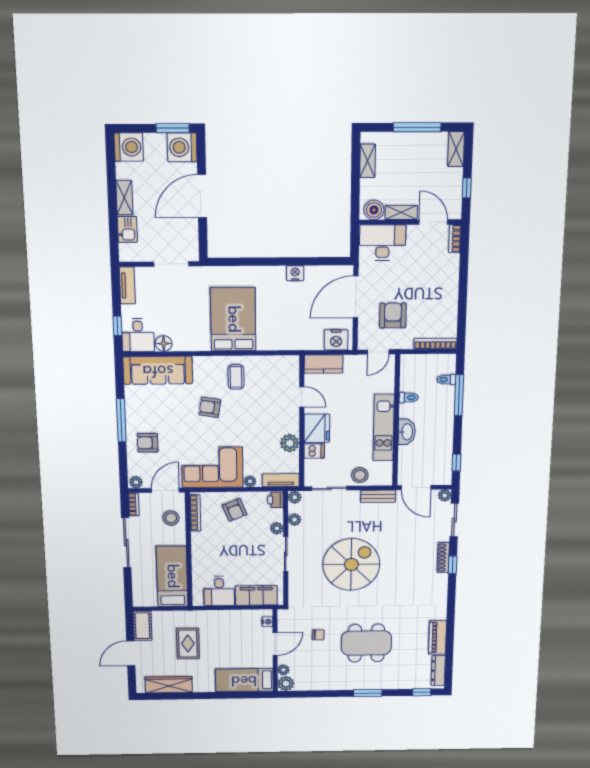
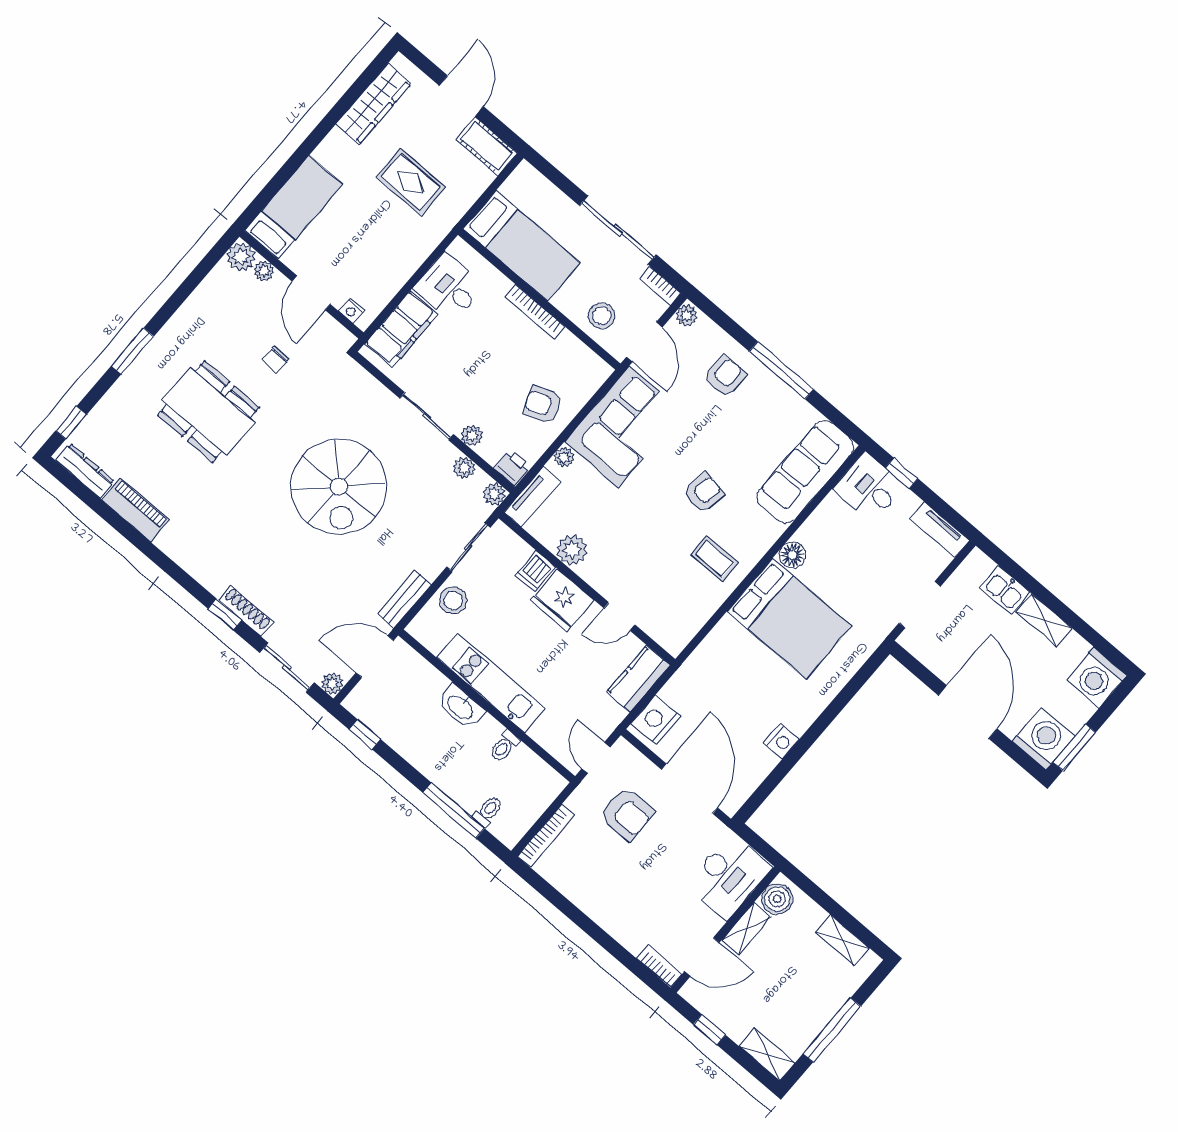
floor lamp: (164, 344) -> (792, 555), moved
bookcase: (195, 513) -> (535, 312), moved
dining table: (366, 643) -> (209, 411), turned 90

